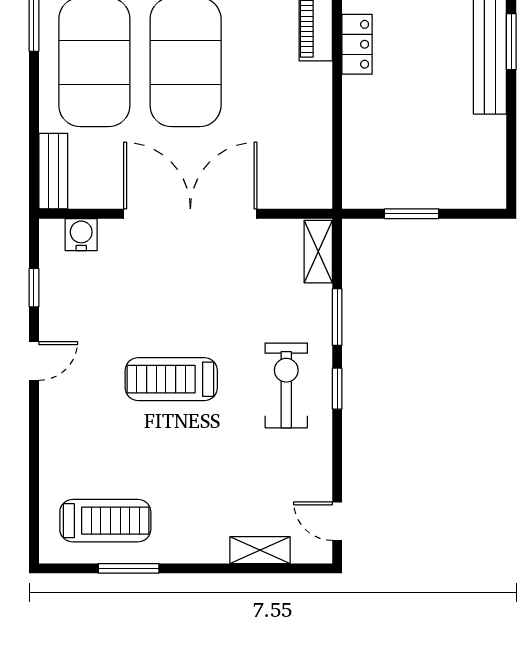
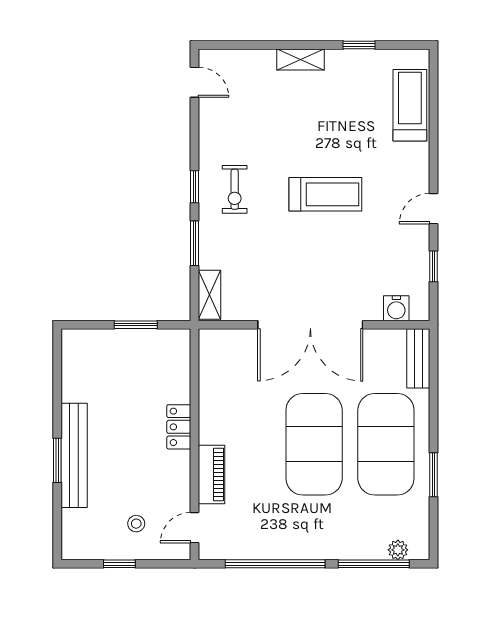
locker: (357, 44) -> (179, 427), moved
exercise bike: (286, 385) -> (235, 189), width x0.73, depth x0.72
treadmill: (105, 521) -> (410, 105), moved, turned 90
shelving: (260, 550) -> (301, 60), moved
window: (129, 568) -> (359, 45), width x0.67

